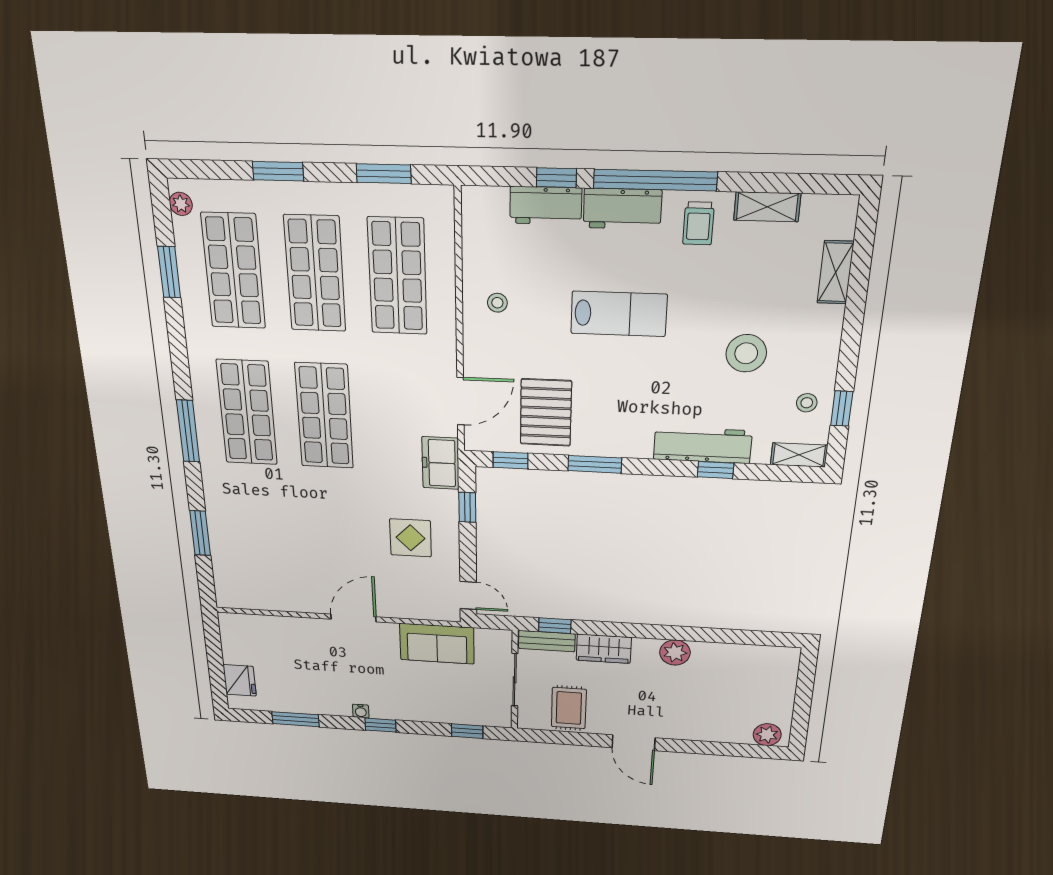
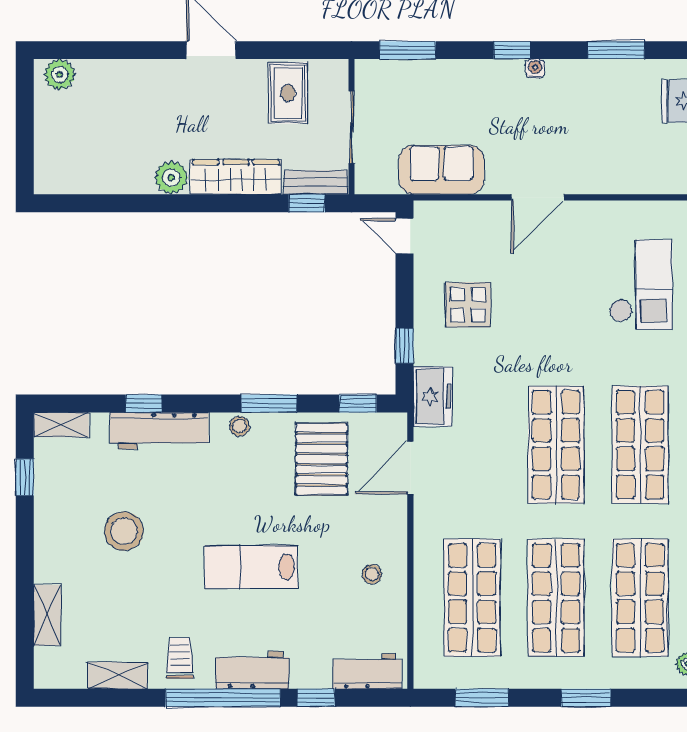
workbench: (546, 206) -> (367, 671), moved
stool: (807, 403) -> (240, 426), moved
checkout: (259, 546) -> (641, 285), added
wardrobe: (604, 649) -> (236, 177), width x1.50
window: (467, 731) -> (408, 50), width x1.50

